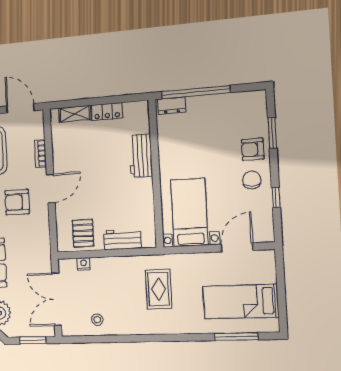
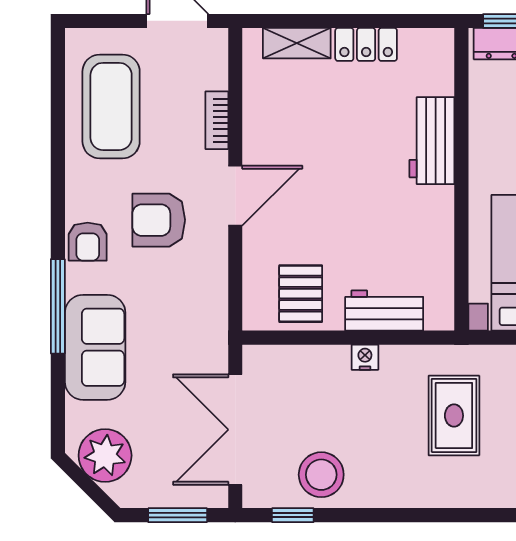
nightstand: (84, 264) -> (365, 357), moved
stool: (97, 320) -> (321, 475), width x1.89, depth x1.89
window: (85, 339) -> (293, 515), added

